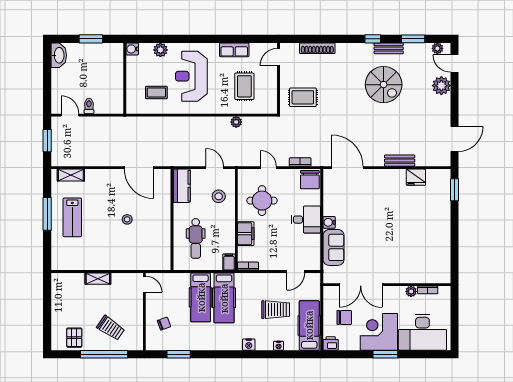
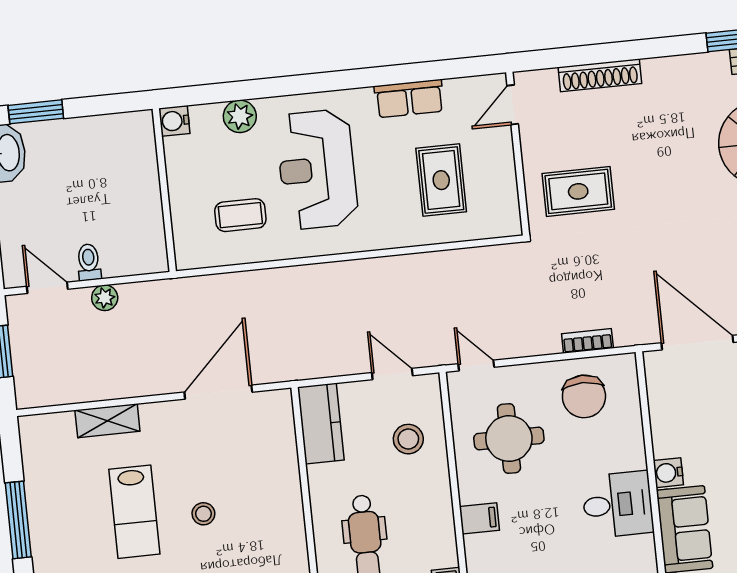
window: (91, 39) -> (36, 112), moved
plant: (236, 122) -> (105, 298), moved
door: (139, 168) -> (218, 392), swing flipped
door: (268, 168) -> (476, 365), moved
shelving: (71, 175) -> (107, 421), moved
chair: (310, 180) -> (584, 396), moved
lab bench: (72, 217) -> (134, 512), moved
desk: (306, 220) -> (618, 505), moved
filing cabinet: (246, 234) -> (479, 518), width x0.50

